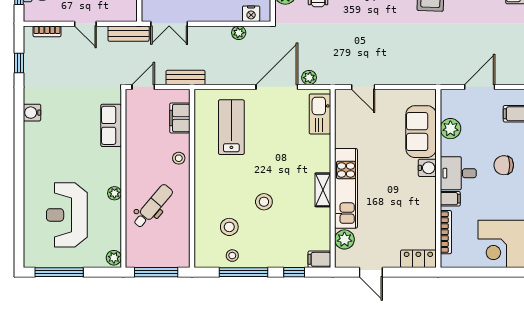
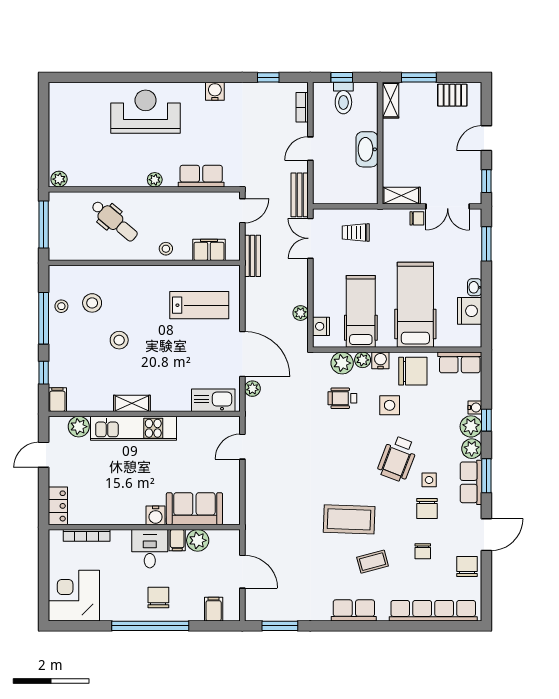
door: (143, 87) -> (242, 211), hinge flipped
plant: (114, 193) -> (155, 180), moved
filing cabinet: (450, 199) -> (177, 540), moved
reception desk: (67, 215) -> (146, 112), moved
window: (59, 272) -> (44, 120), removed

